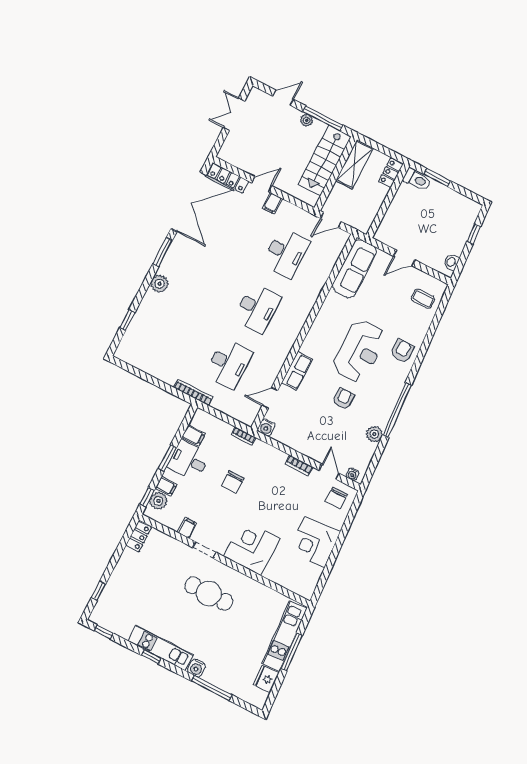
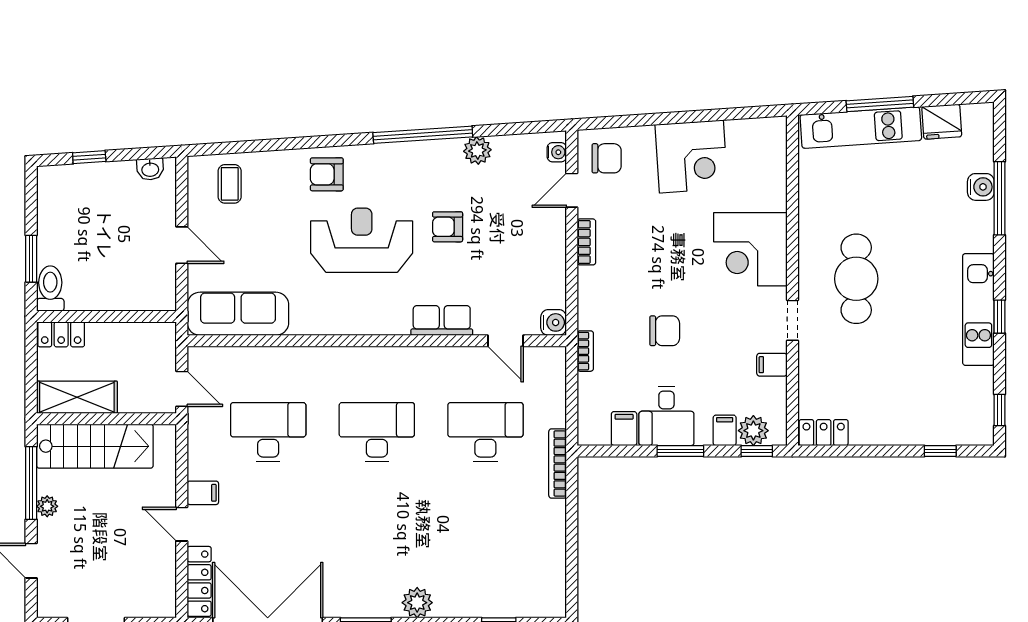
water cooler: (197, 668) -> (981, 187), moved

